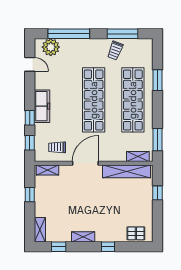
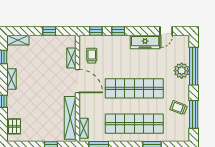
plant: (51, 47) -> (182, 71), moved
freezer: (42, 106) -> (145, 42), moved
shelving: (47, 170) -> (71, 58), moved

